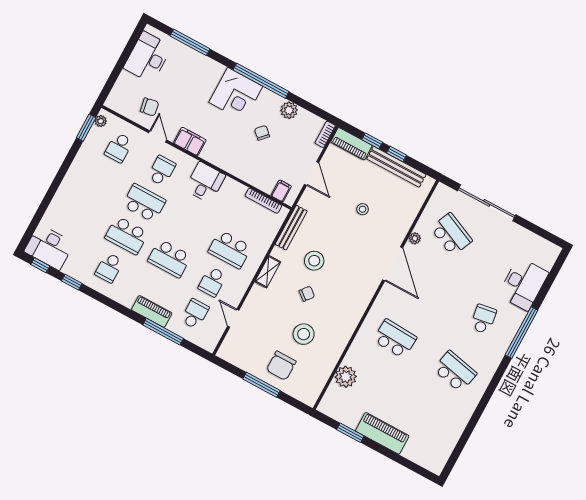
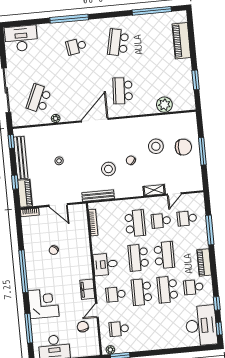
corner desk: (236, 94) -> (44, 303), moved
plant: (289, 110) -> (30, 243), removed
school desk: (119, 147) -> (119, 329), turned 180
window: (397, 154) -> (11, 142), moved
door: (312, 173) -> (58, 205), swing flipped
filing cabinet: (281, 191) -> (80, 216), removed
school desk: (187, 226) -> (138, 258), added
school desk: (127, 235) -> (167, 290), turned 180
desk: (49, 247) -> (201, 326), width x1.36, depth x1.30
door: (393, 264) -> (95, 120), moved
school desk: (109, 268) -> (193, 287), turned 180
shelving: (268, 272) -> (154, 190), moved
school desk: (212, 282) -> (161, 221), turned 180
desk: (523, 284) -> (21, 38), moved
piano: (152, 311) -> (204, 262), moved
piano: (382, 433) -> (181, 41), moved
window: (466, 436) -> (152, 11), added

